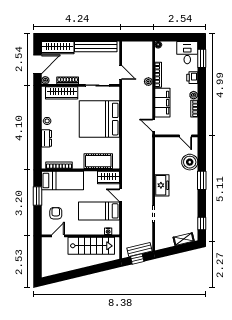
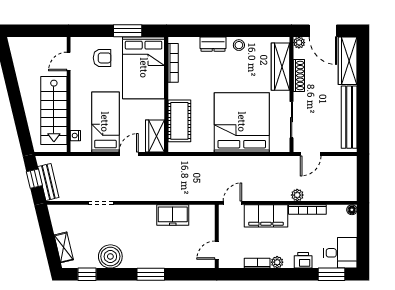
boiler: (190, 162) -> (110, 256), moved
bed: (62, 181) -> (144, 68), width x1.50
freezer: (162, 185) -> (173, 215), moved
door: (58, 236) -> (69, 61), swing flipped

